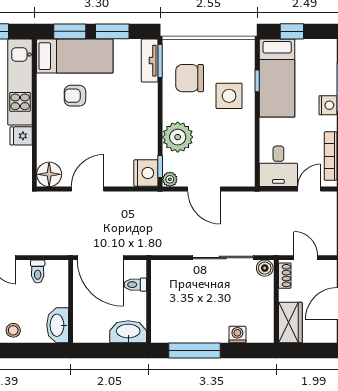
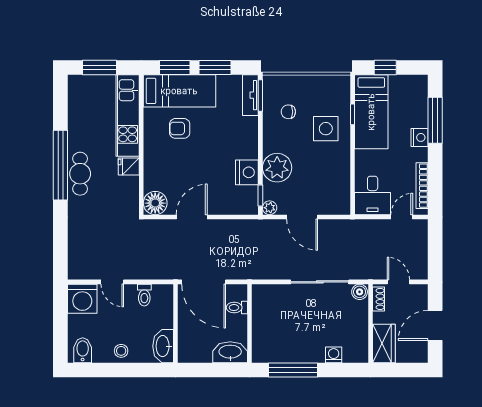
chair: (190, 78) -> (288, 112), width x0.54, depth x0.54
nightstand: (146, 173) -> (247, 172), moved

